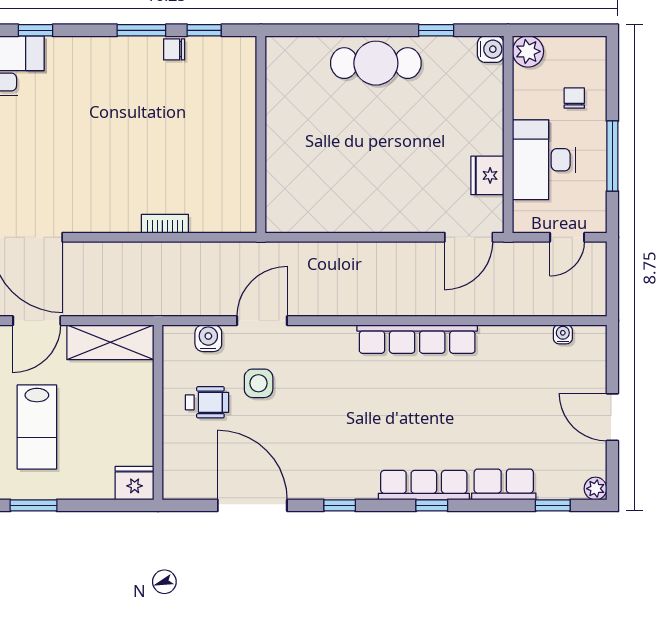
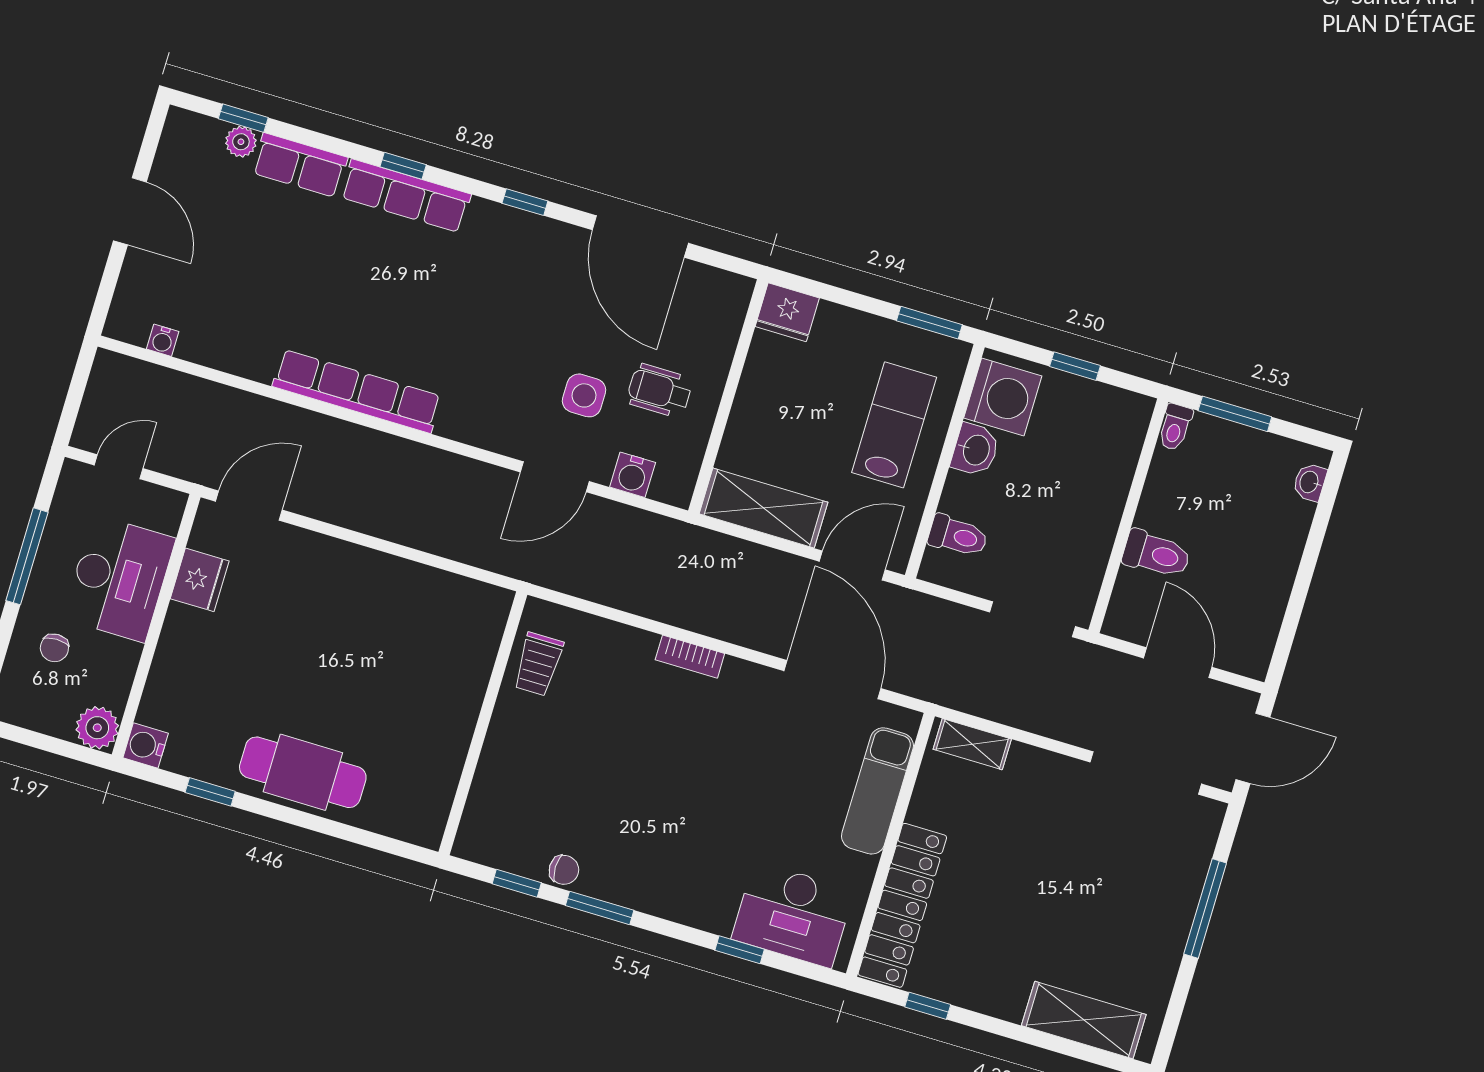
trolley: (235, 187) -> (538, 664), added
bookcase: (165, 224) -> (690, 657), moved
plant: (595, 489) -> (241, 142), moved

